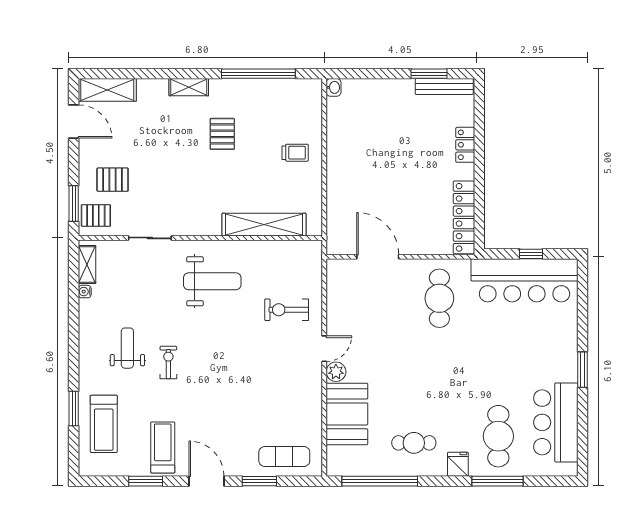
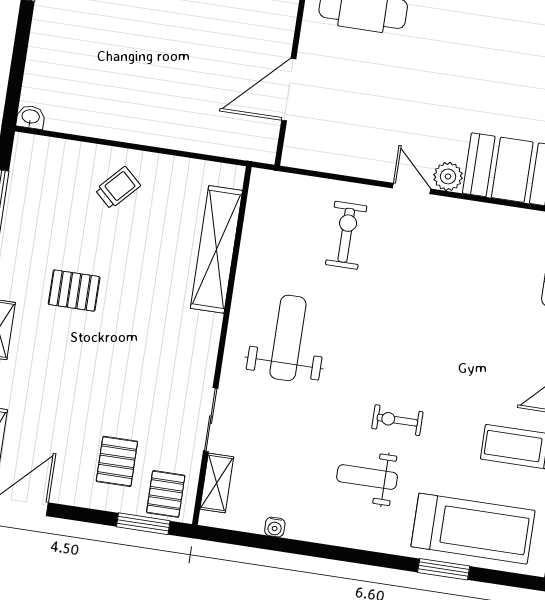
trolley: (295, 153) -> (118, 188), turned 43
shelving: (87, 265) -> (217, 483), moved, turned 90
exercise bike: (287, 310) -> (346, 235), turned 180
treadmill: (104, 424) -> (473, 529), width x1.37, depth x1.38

